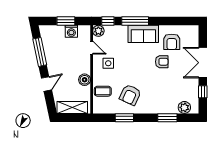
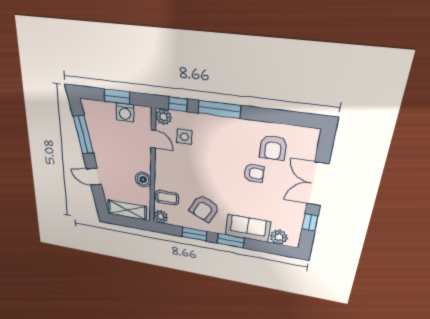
sofa: (143, 34) -> (248, 228), moved, turned 180
side table: (108, 63) -> (184, 137), moved
door: (46, 84) -> (94, 177), swing flipped
plant: (98, 108) -> (161, 217), added
window: (167, 118) -> (231, 241), moved

